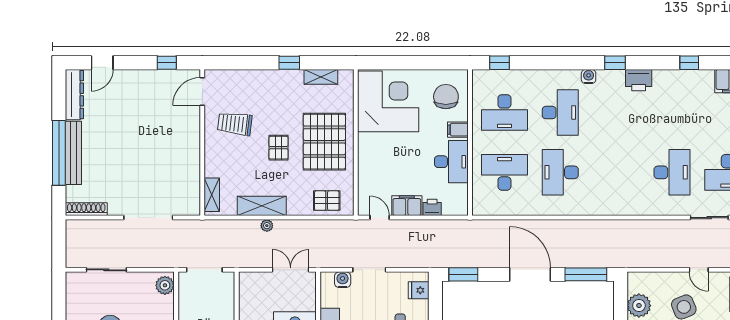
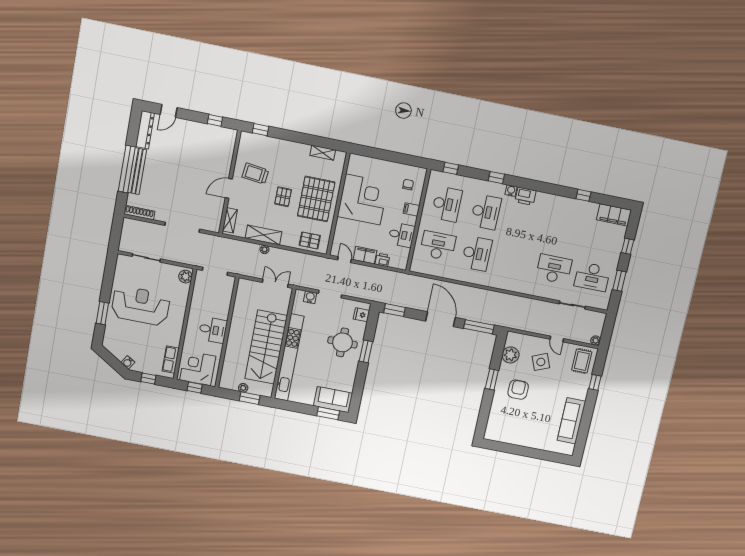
window: (289, 63) -> (260, 130), moved
window: (615, 63) -> (496, 178), moved
printer: (639, 80) -> (525, 196), moved
door: (202, 92) -> (229, 188), moved
chair: (446, 97) -> (408, 185), width x0.54, depth x0.54
corner desk: (388, 101) -> (363, 199), moved
desk: (504, 113) -> (447, 204), turned -90
desk: (451, 162) -> (402, 235), width x0.73
desk: (560, 172) -> (477, 253), turned 180
desk: (672, 172) -> (554, 269), turned -90

